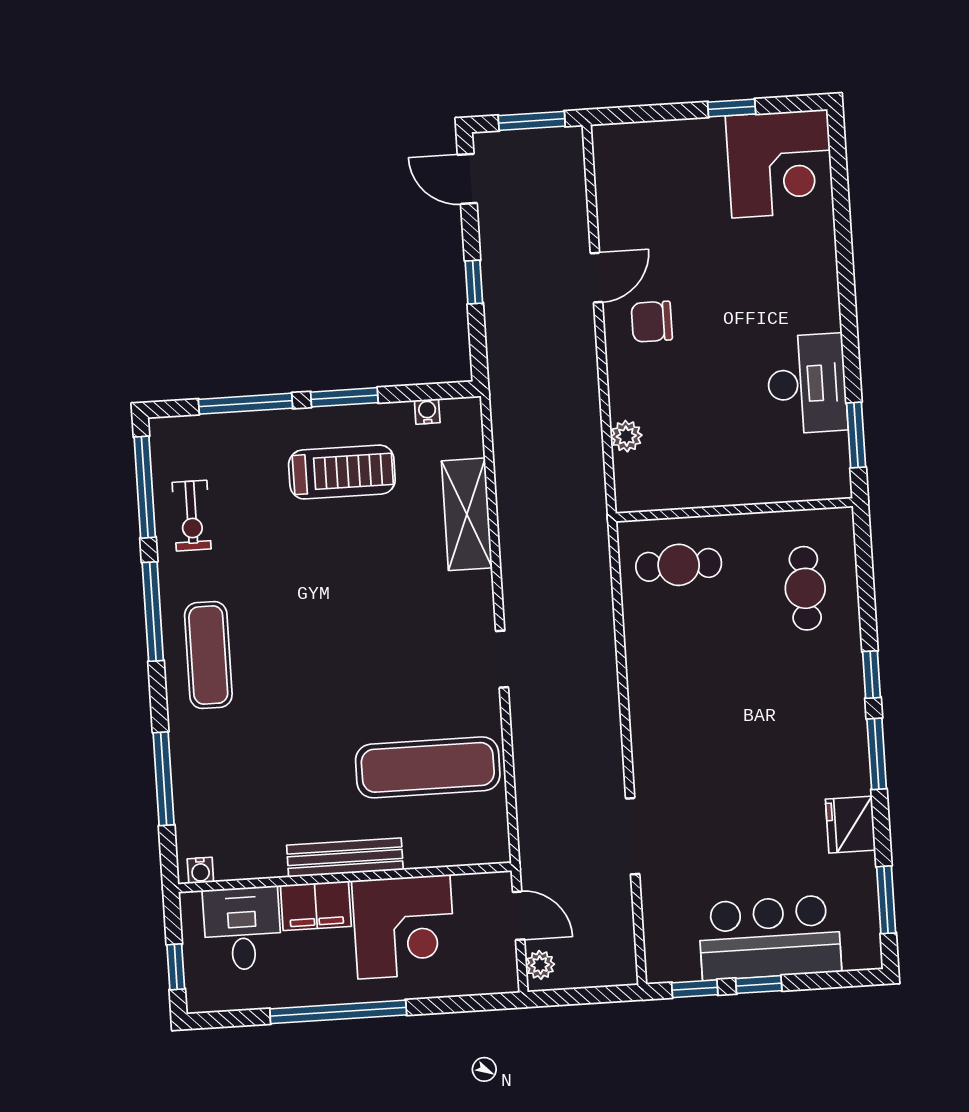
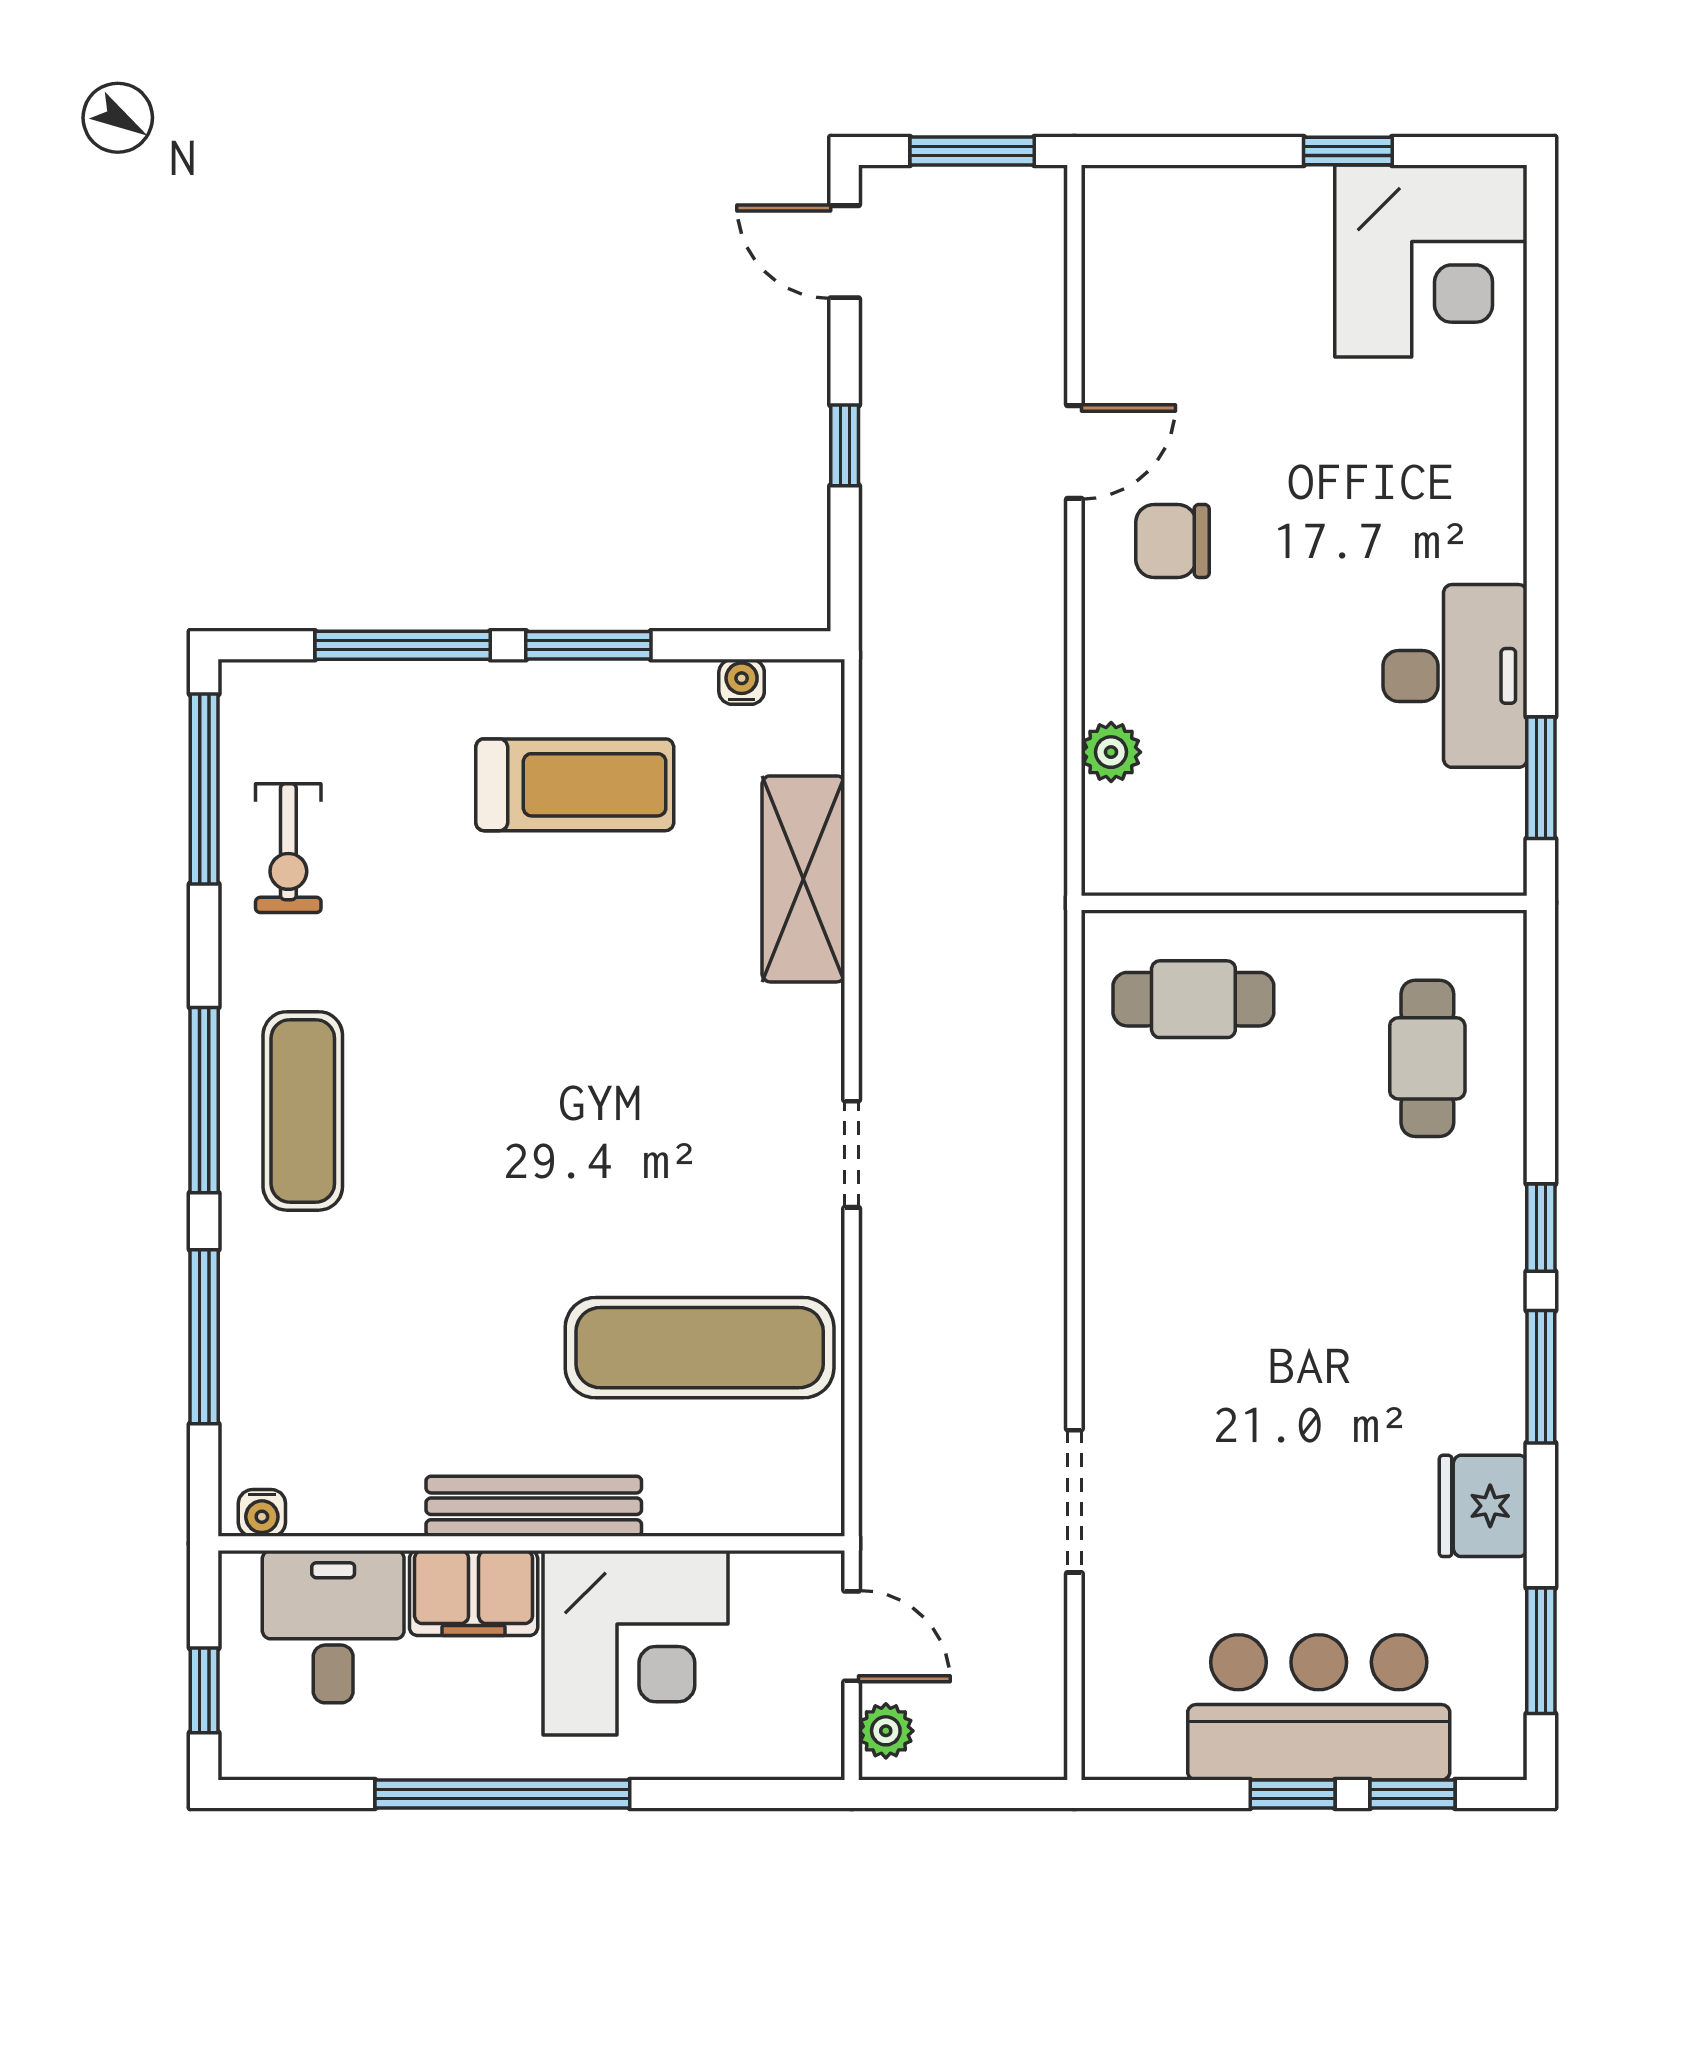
window: (153, 612) -> (204, 1100), moved
window: (695, 989) -> (1413, 1794), moved

